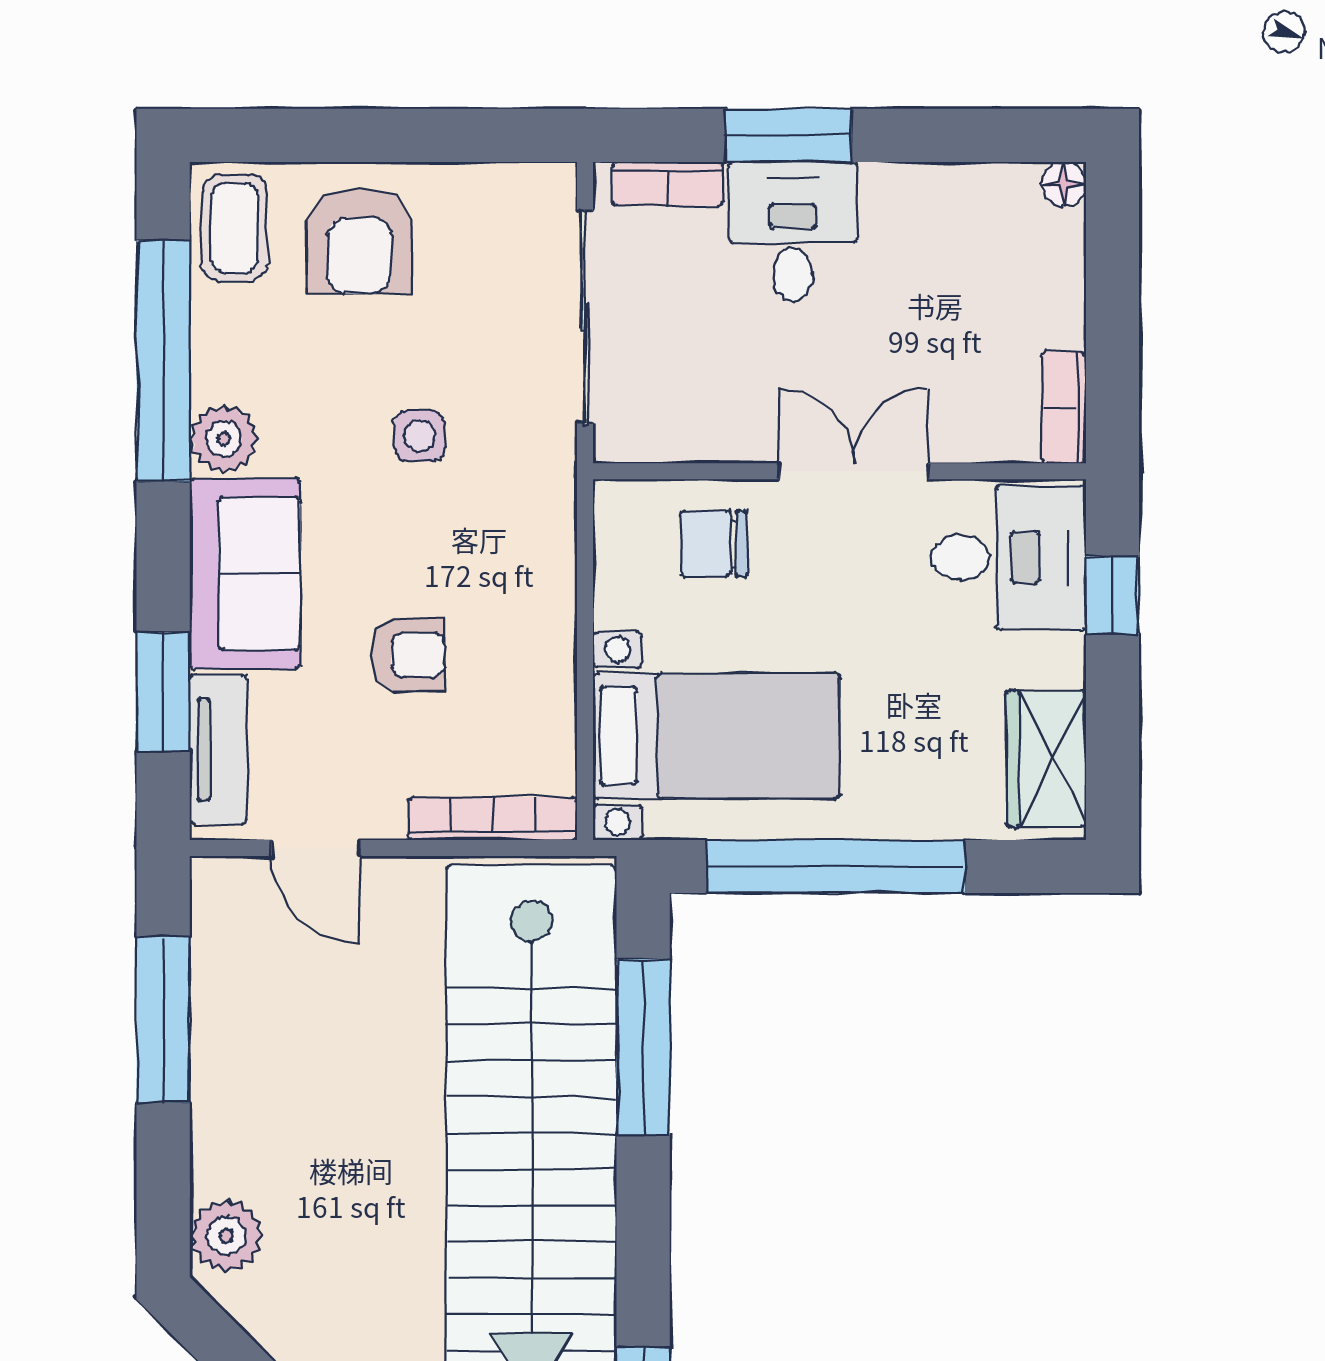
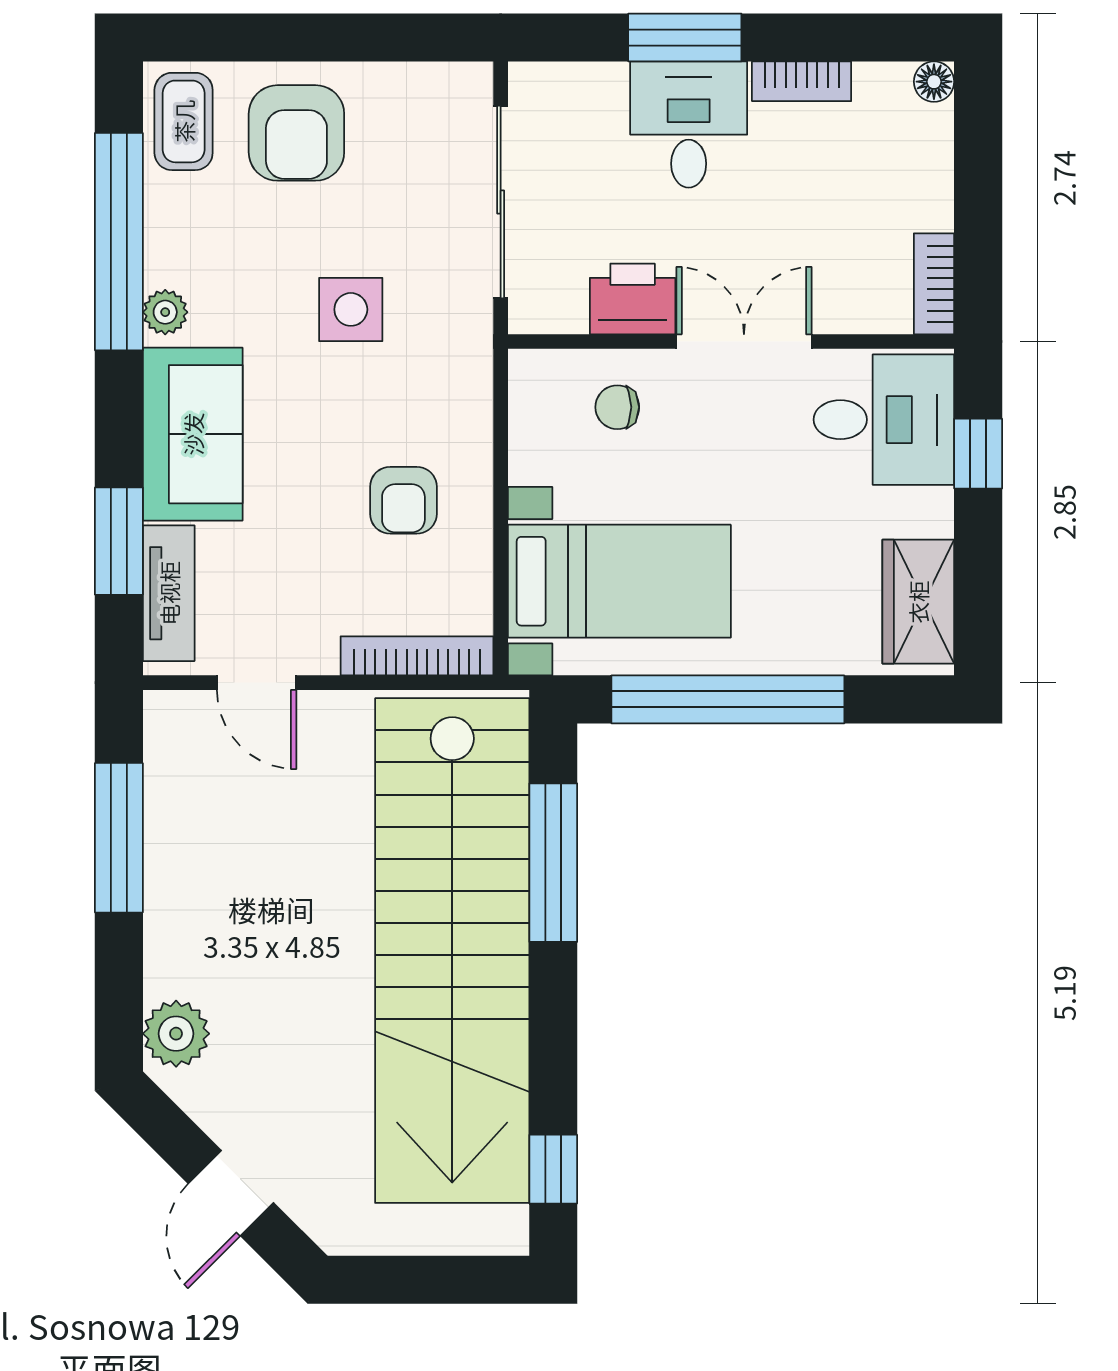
bookcase: (668, 184) -> (802, 81), moved
printer: (731, 424) -> (633, 299), added
side table: (419, 436) -> (351, 309), width x1.37, depth x1.37
plant: (224, 439) -> (165, 312), width x0.73, depth x0.73
chair: (714, 544) -> (617, 407), width x0.73, depth x0.73
armchair: (408, 655) -> (403, 500), moved, turned 90

